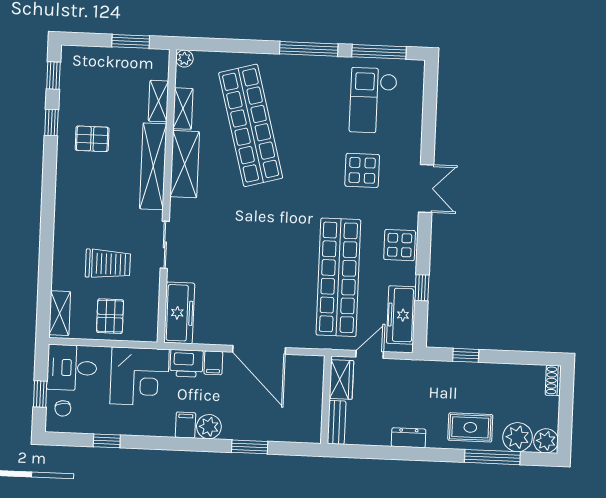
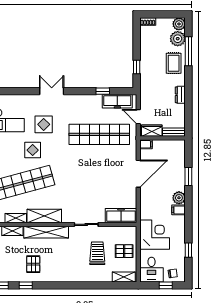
display table: (400, 245) -> (33, 150), moved
printer: (187, 363) -> (147, 211), removed
filing cabinet: (213, 363) -> (146, 144), moved

